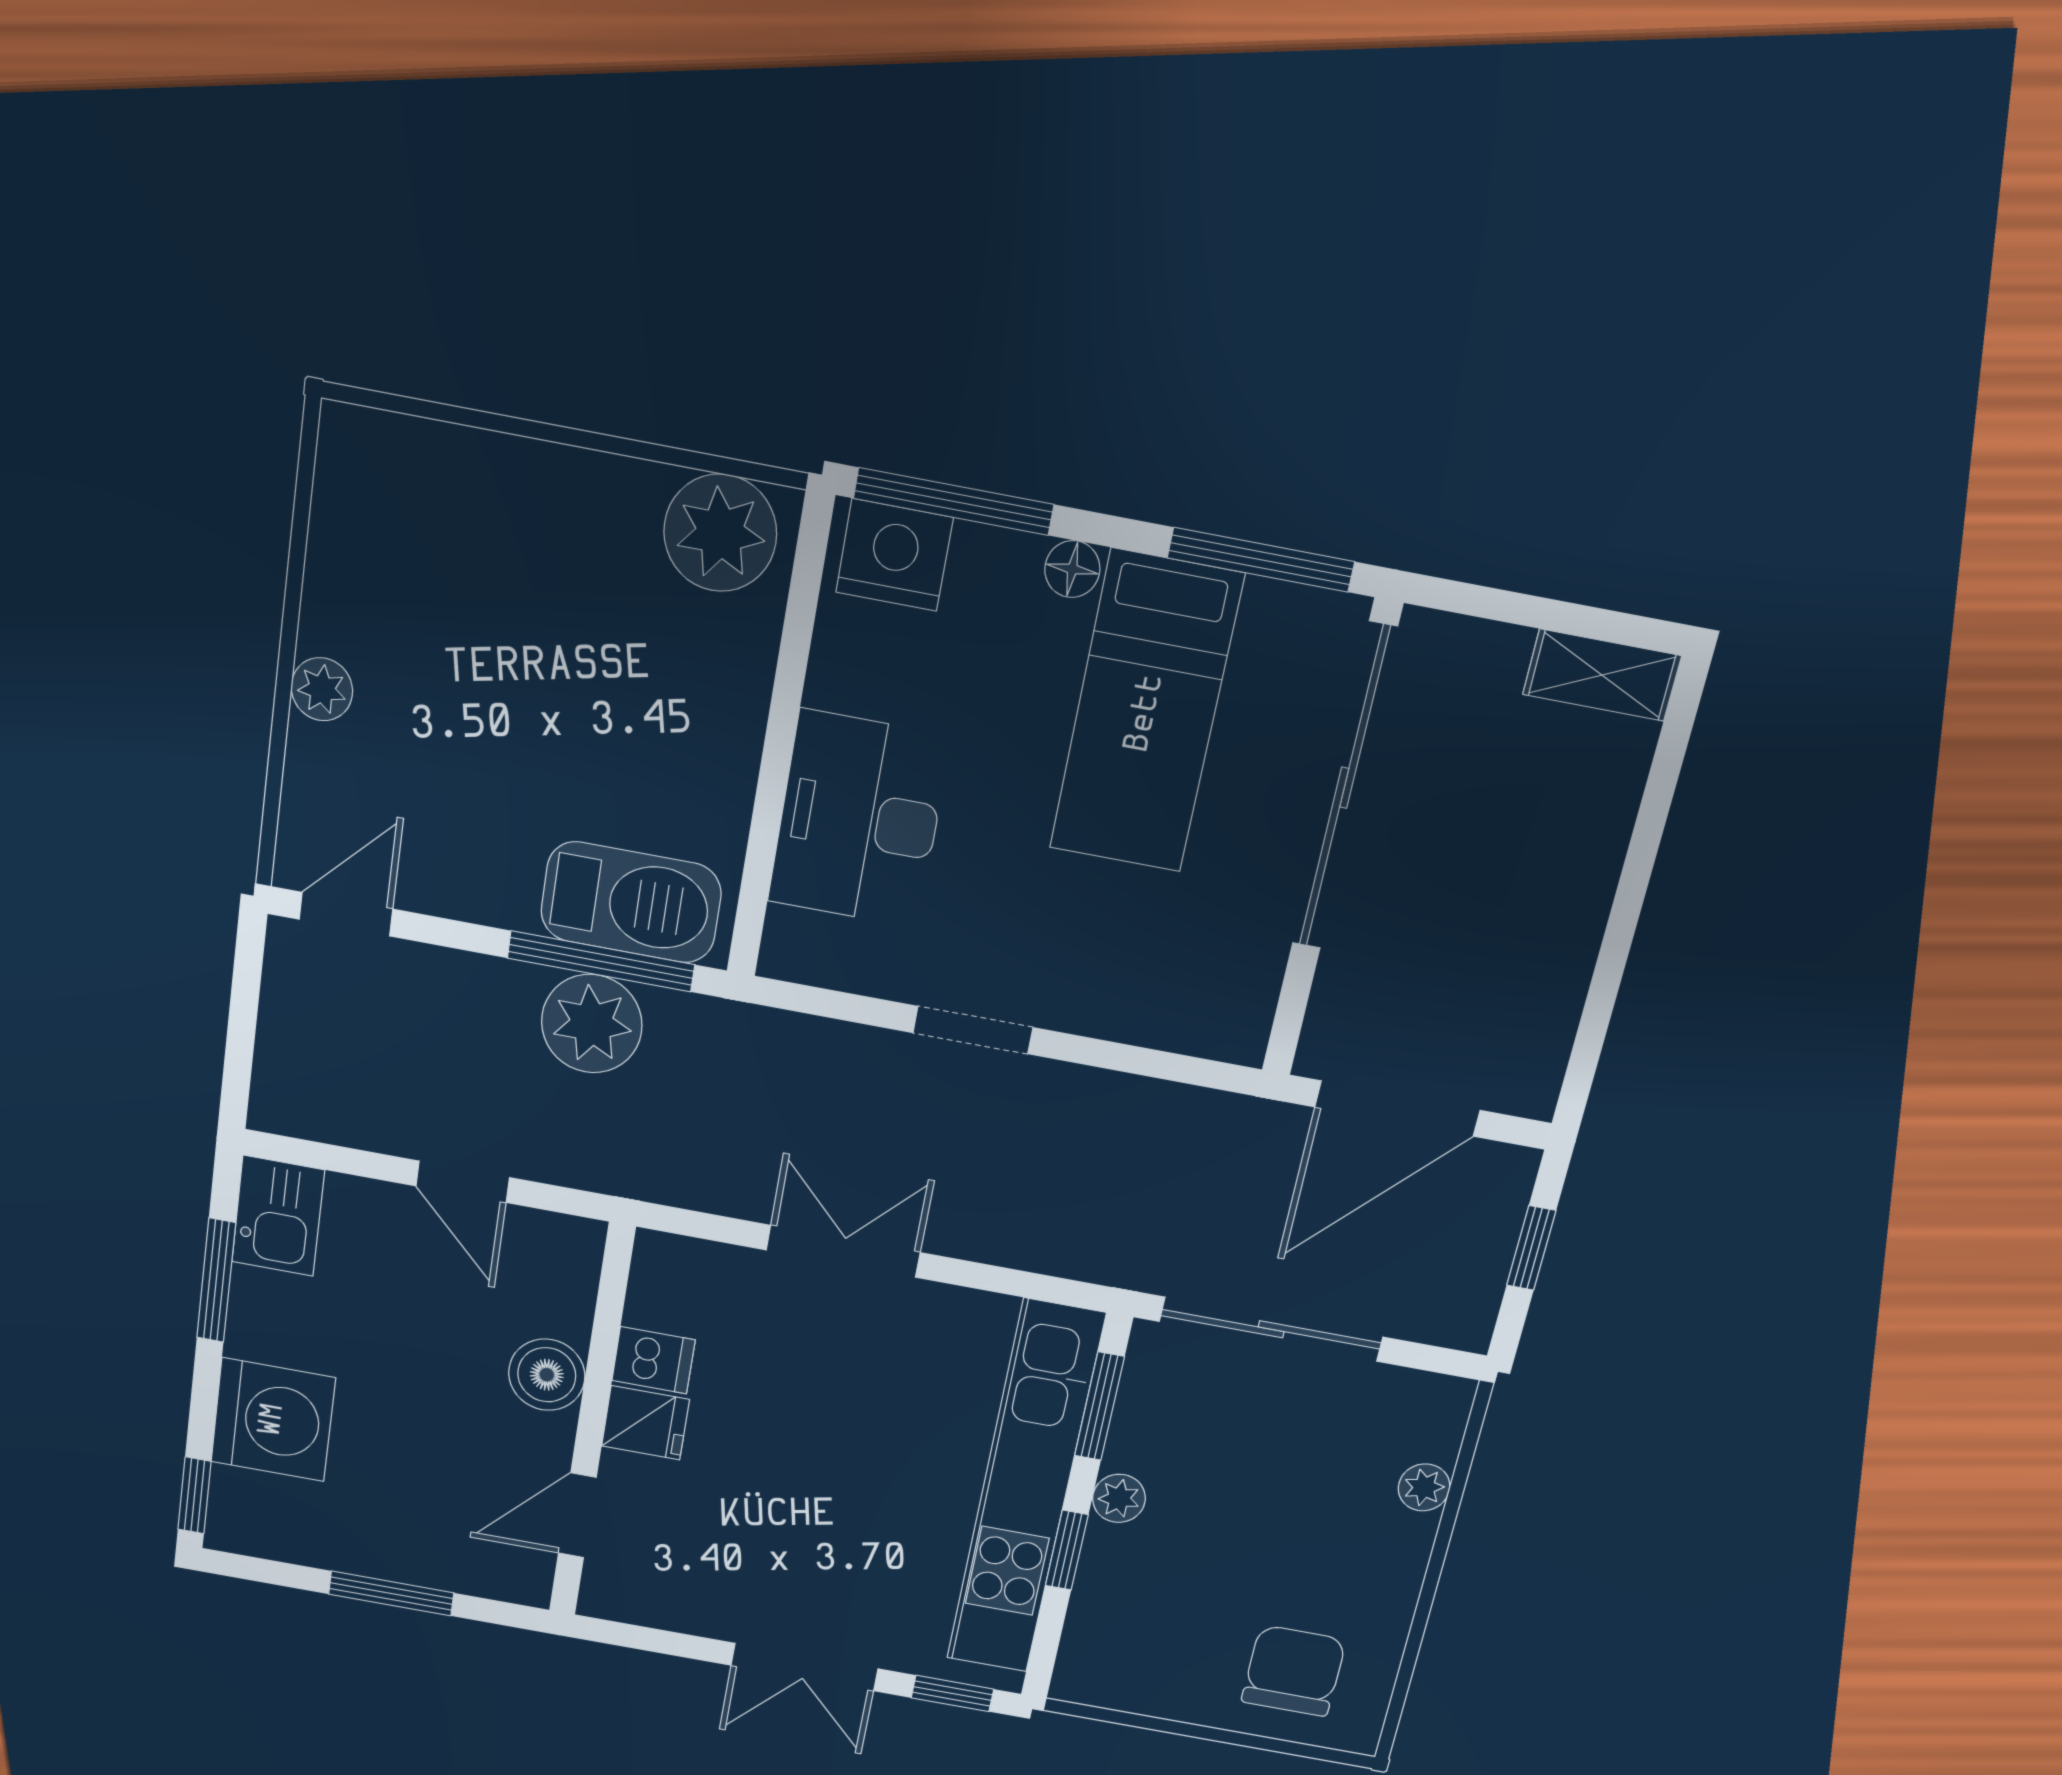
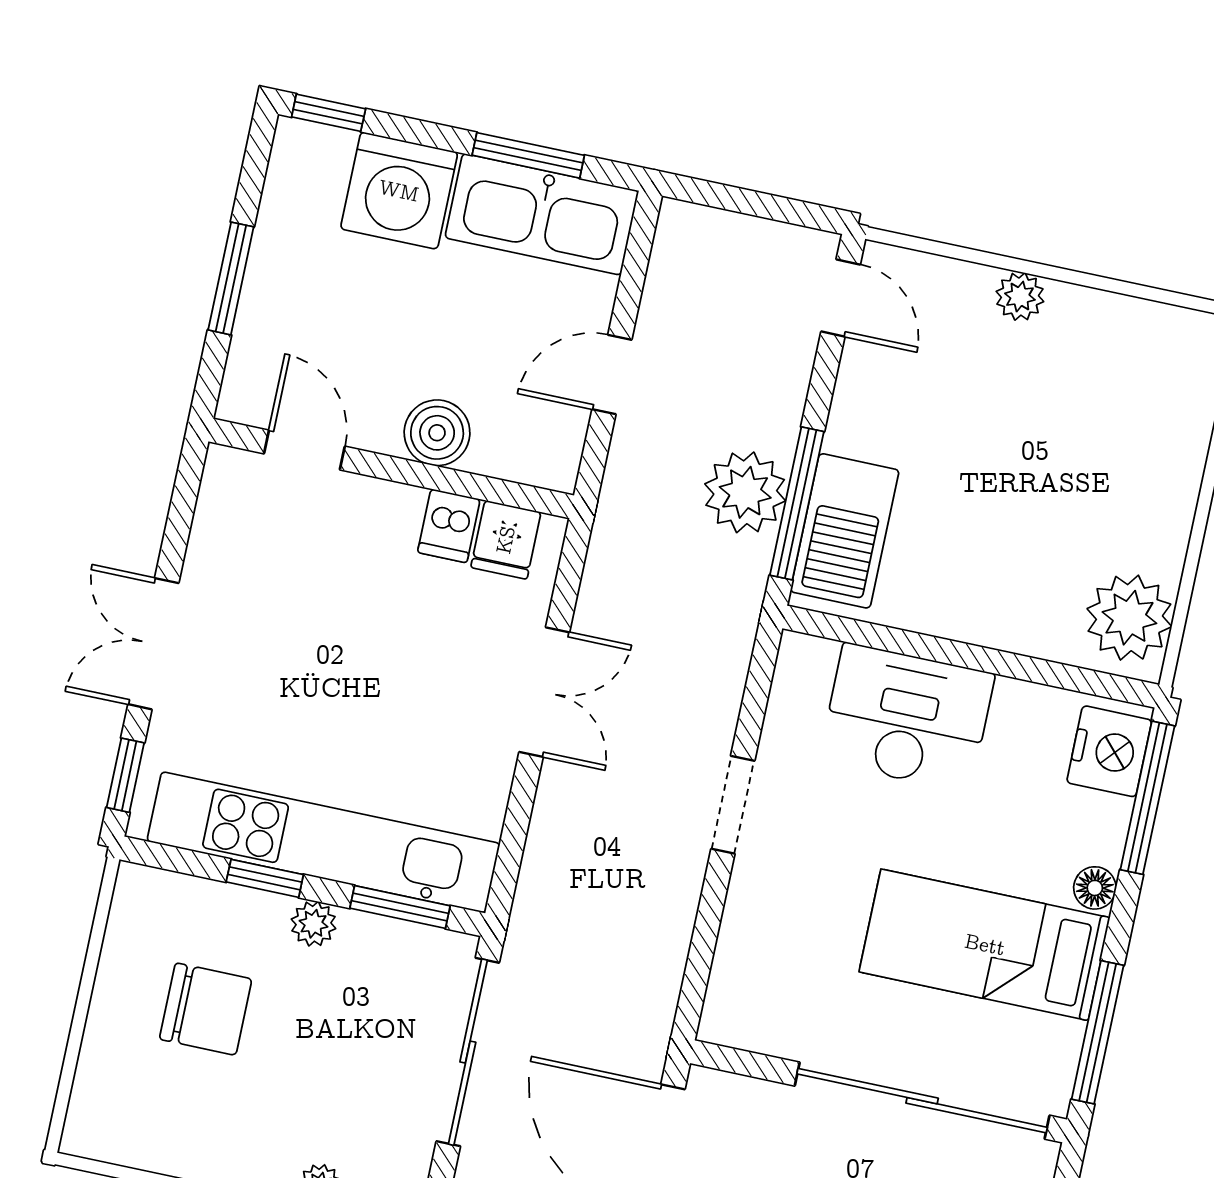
kitchen sink: (278, 1216) -> (542, 214), width x1.87, depth x1.24
fridge: (645, 1423) -> (506, 540), moved
chair: (1294, 1671) -> (206, 1009), moved

